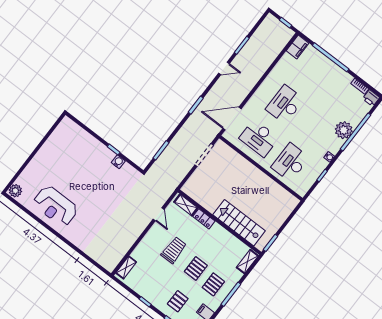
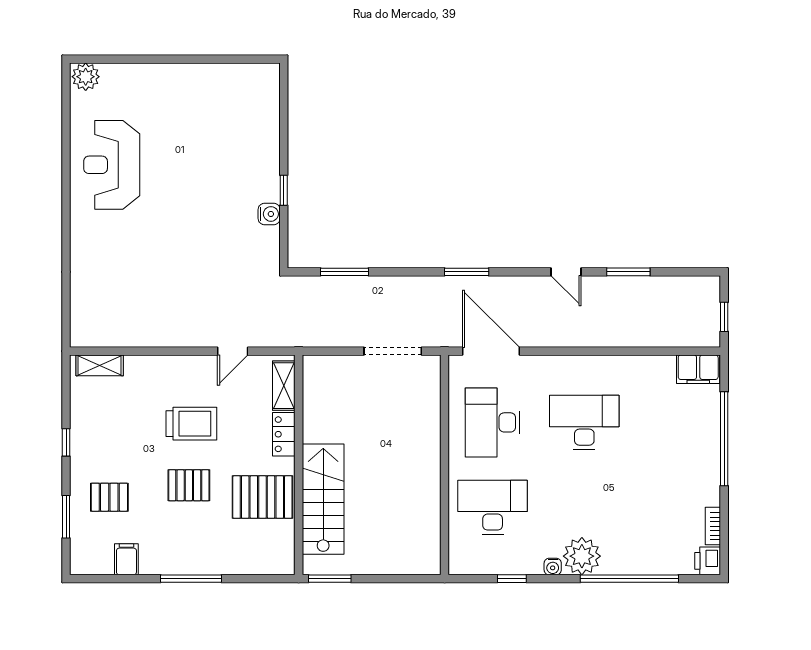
plant: (344, 130) -> (582, 556), moved
shelving: (247, 262) -> (268, 564), removed
pallet: (213, 284) -> (262, 497), moved, width x1.50, depth x1.42

